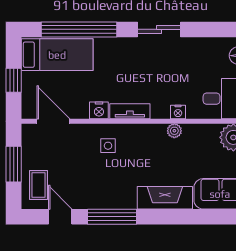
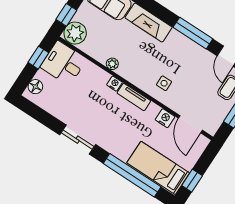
window: (14, 80) -> (192, 181), moved
nightstand: (99, 110) -> (165, 118), moved
nightstand: (178, 112) -> (114, 84), moved

